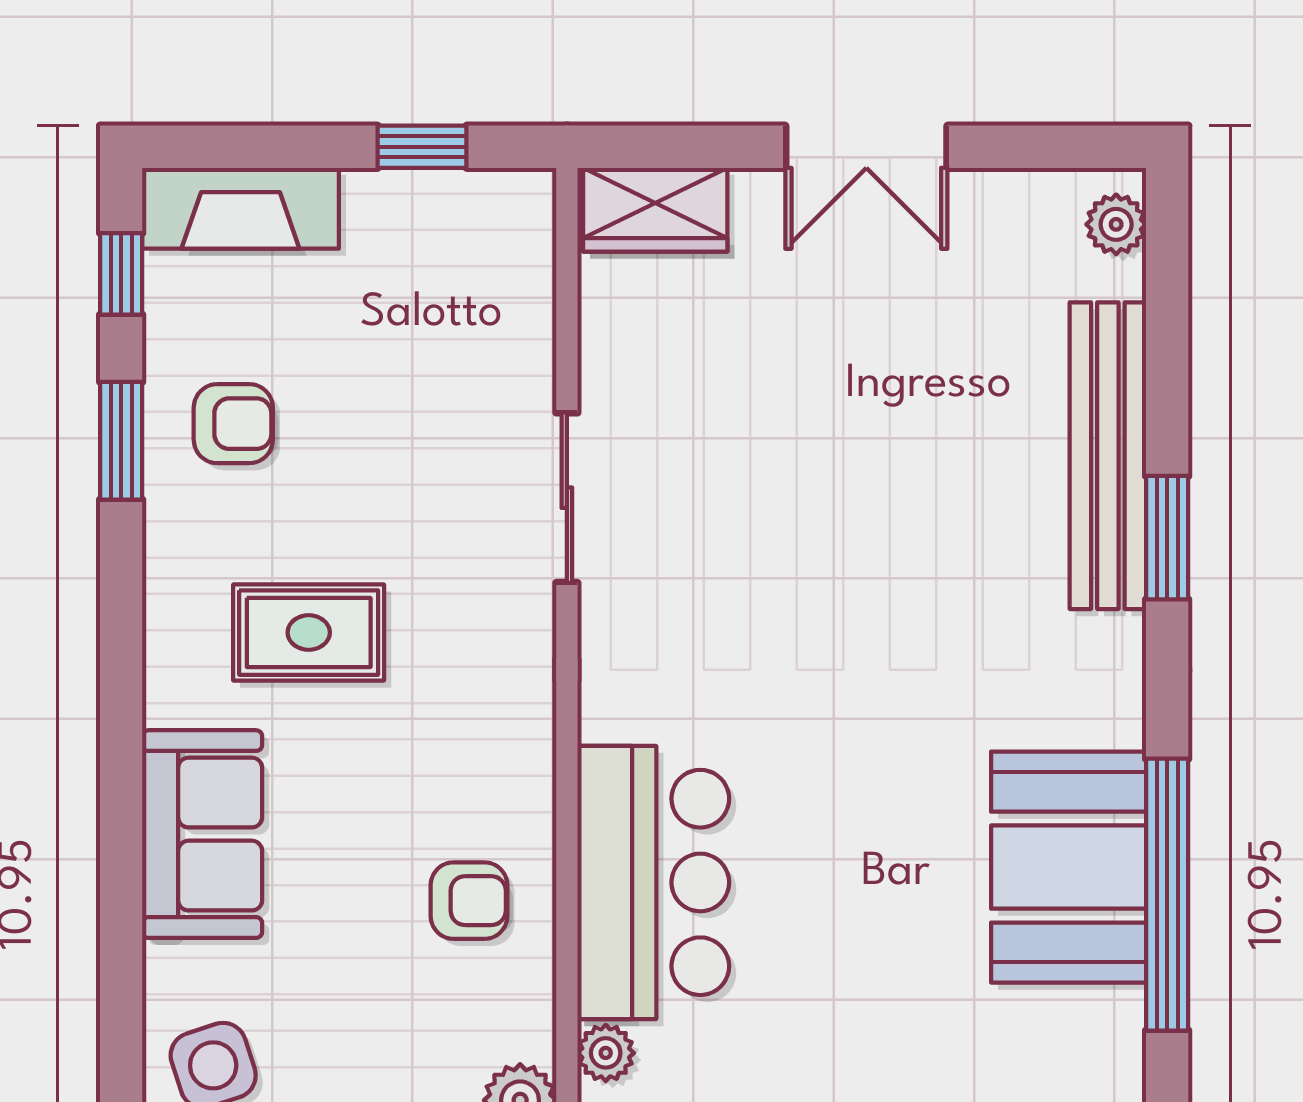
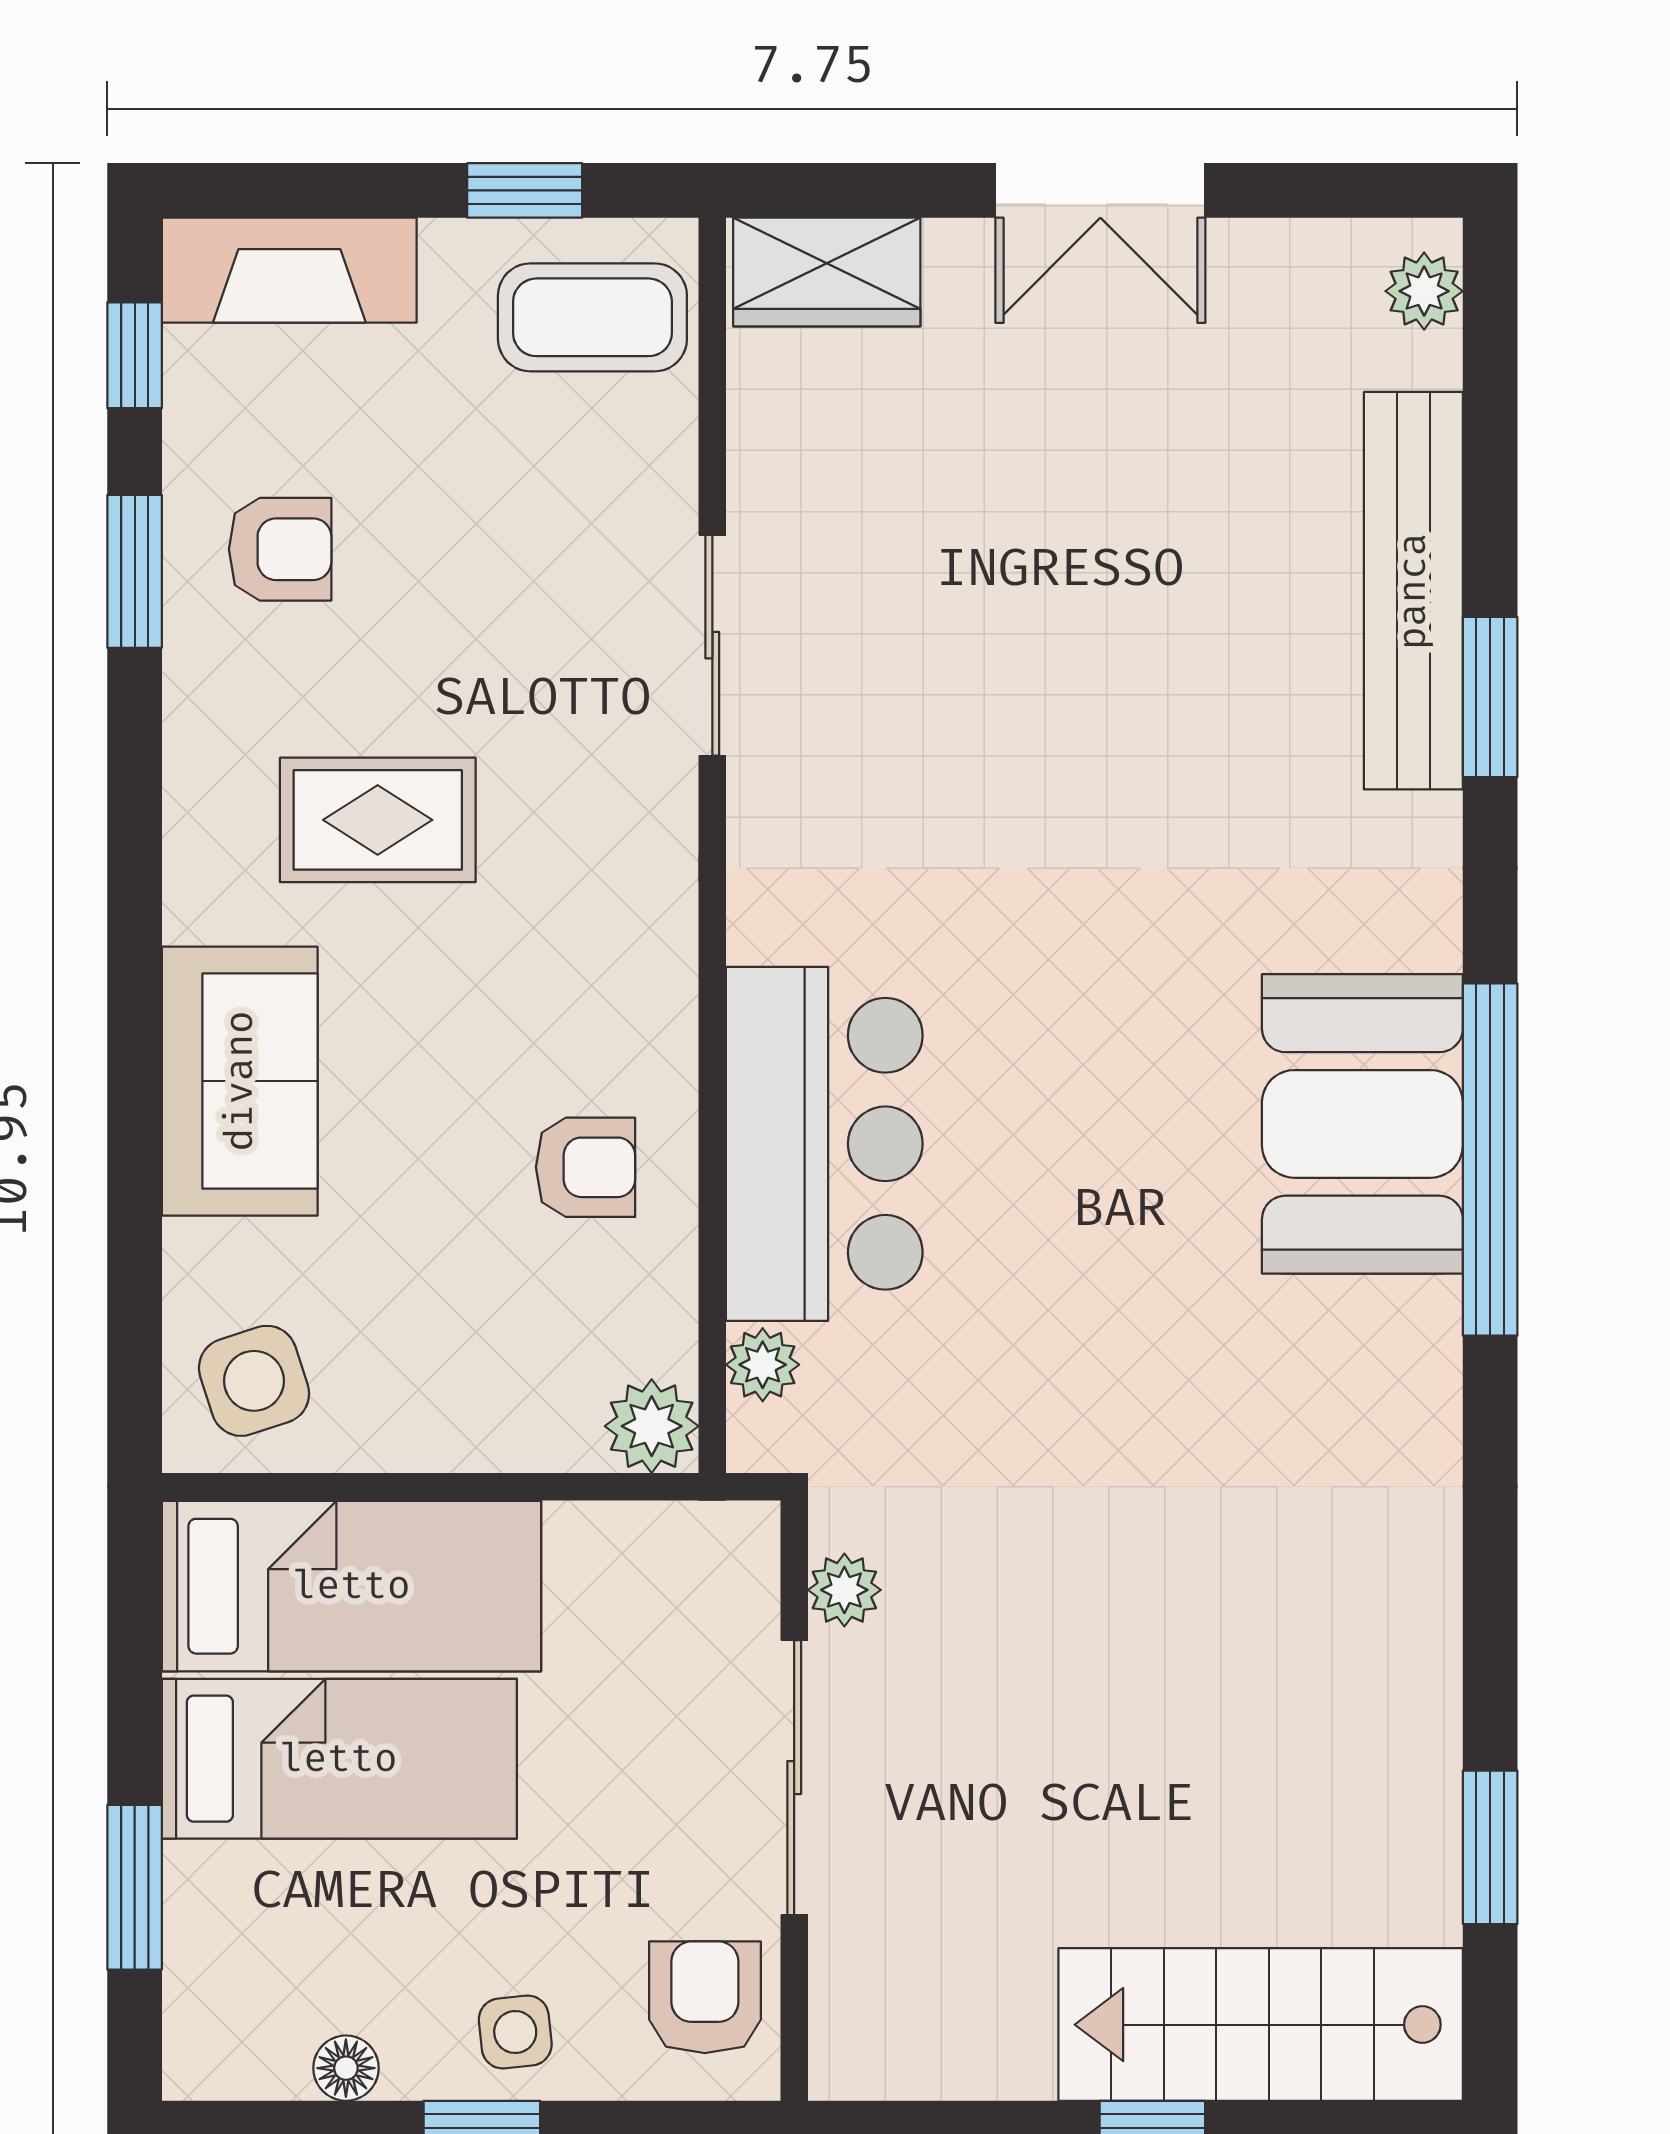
coffee table: (474, 245) -> (592, 317), added

